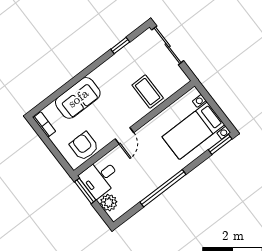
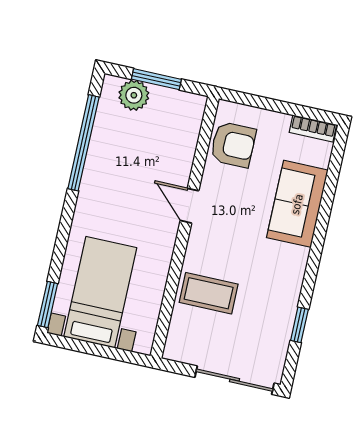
desk: (100, 178) -> (175, 119), removed
window: (163, 188) -> (83, 143), moved
window: (85, 191) -> (156, 79), moved

